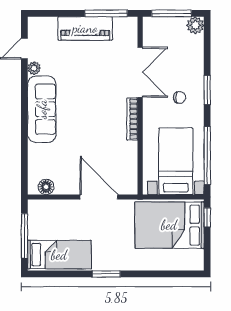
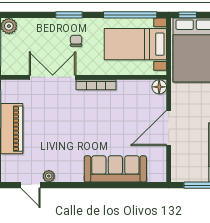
sofa: (42, 109) -> (115, 169), moved
floor lamp: (46, 187) -> (159, 87), moved
door: (99, 197) -> (169, 128), moved

